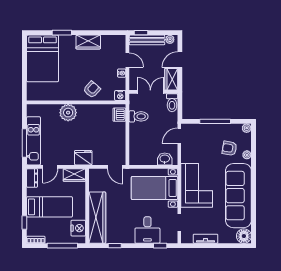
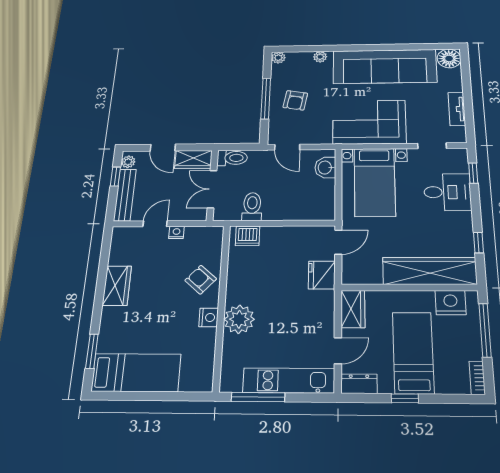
window: (62, 33) -> (92, 351), moved
window: (141, 33) -> (115, 176), moved
bed: (43, 58) -> (136, 373), width x0.67
nightstand: (120, 96) -> (209, 317), moved
window: (24, 143) -> (258, 397), moved
armchair: (229, 148) -> (295, 100), moved
fridge: (83, 158) -> (322, 275), moved
door: (50, 167) -> (338, 351), hinge flipped
window: (24, 223) -> (405, 398), moved

